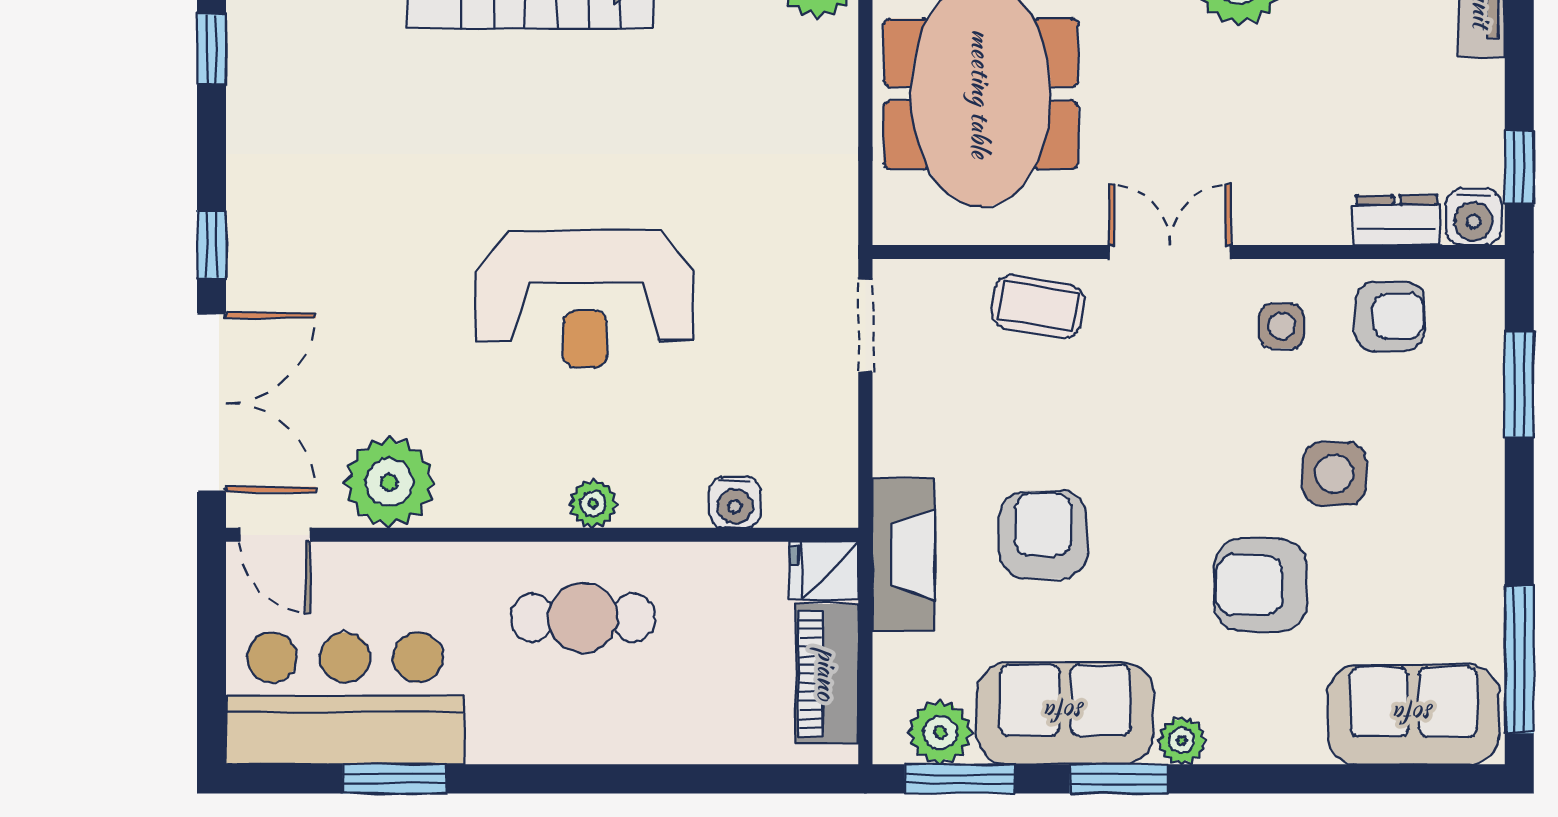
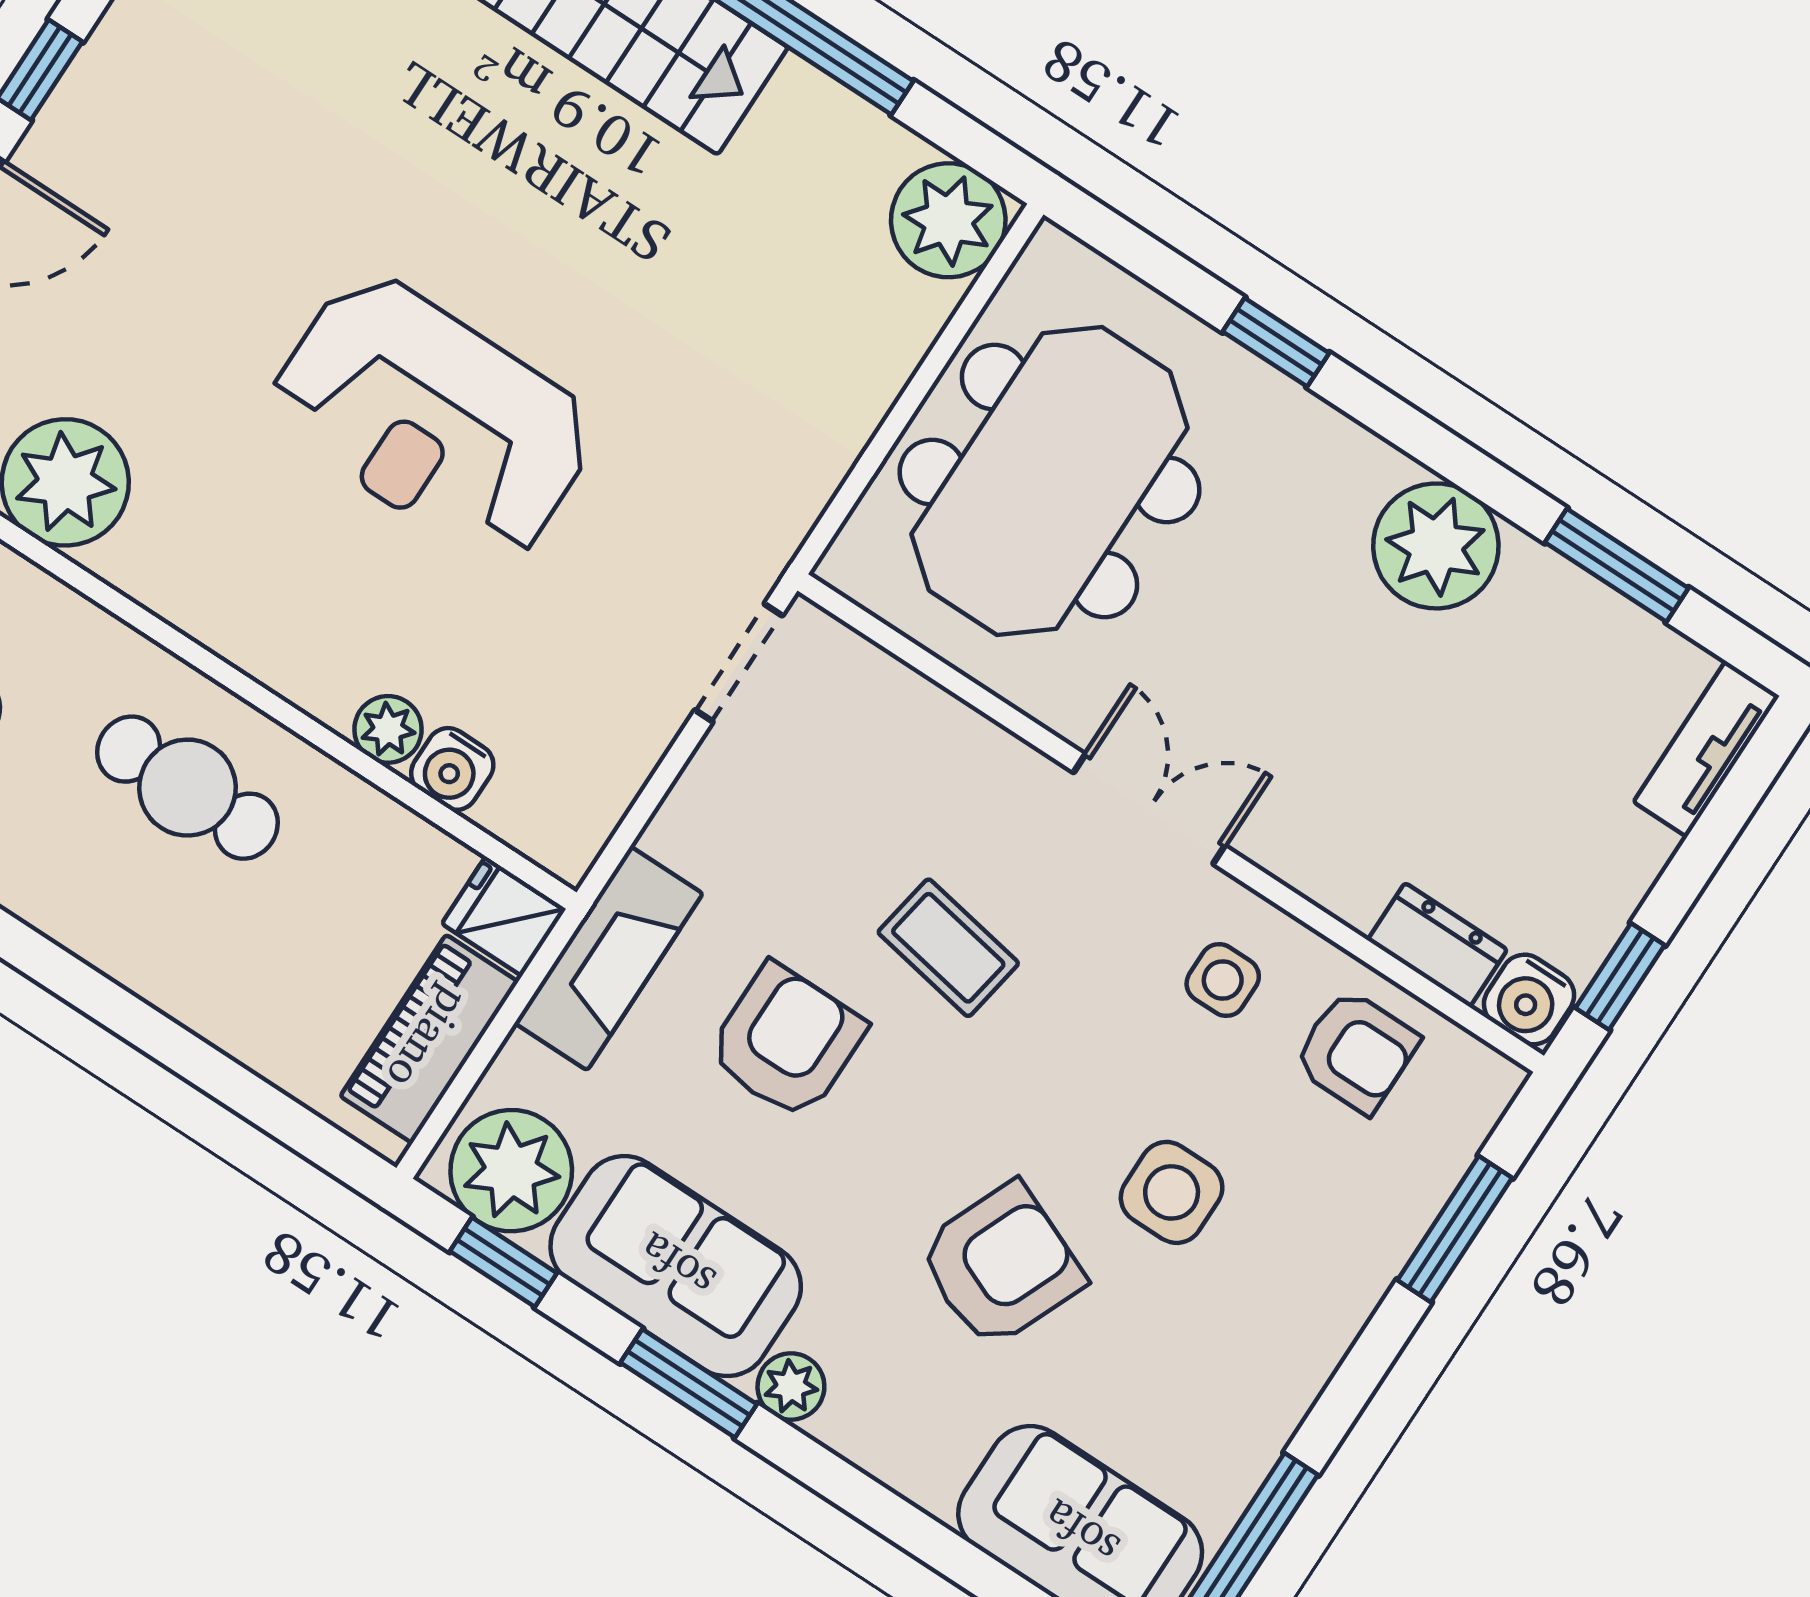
coffee table: (1038, 307) -> (948, 948), moved
plant: (593, 504) -> (388, 729), moved
armchair: (1260, 585) -> (1001, 1265), turned 113
plant: (940, 732) -> (511, 1171), width x1.36, depth x1.36
window: (960, 779) -> (503, 1262), width x0.67

